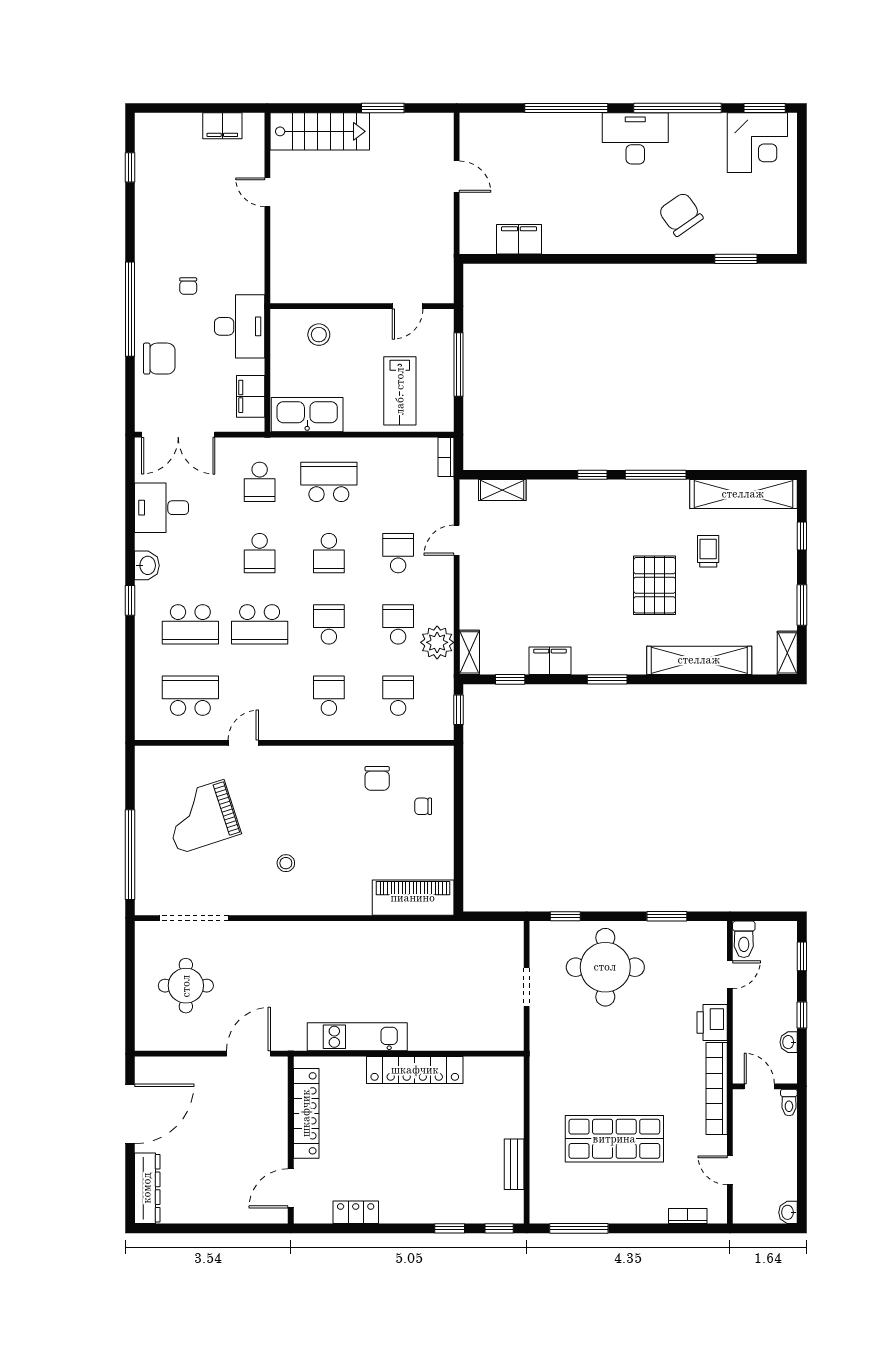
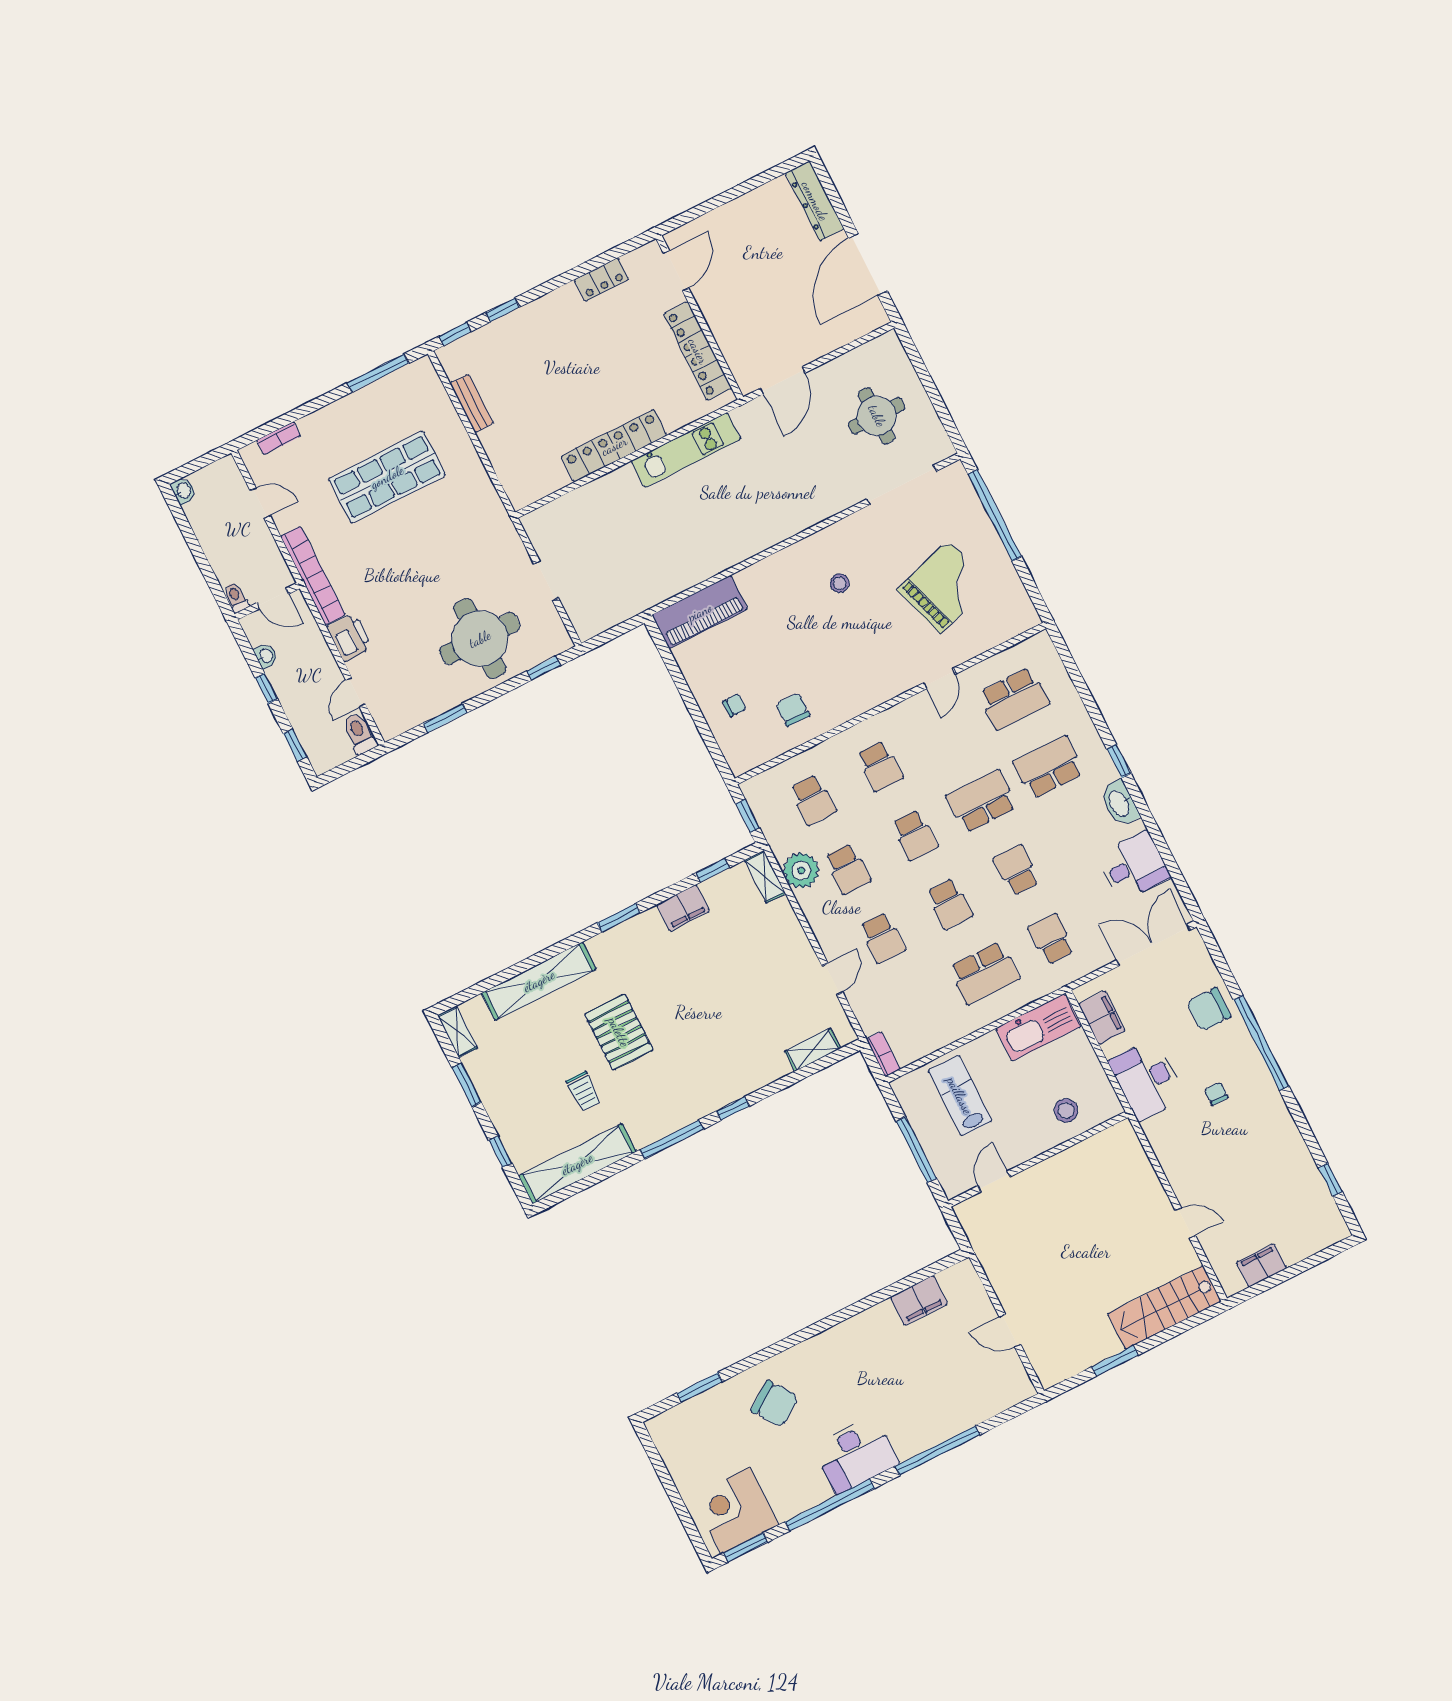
school desk: (329, 553) -> (950, 904), turned 180
washbasin: (147, 565) -> (1120, 803), width x1.38

